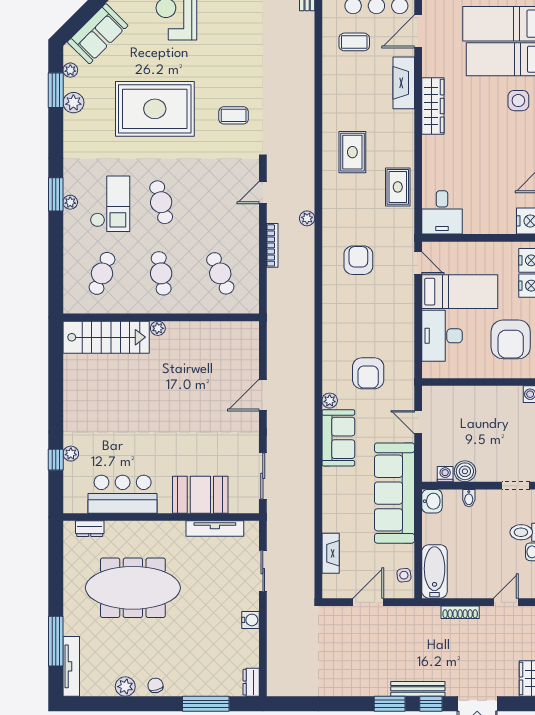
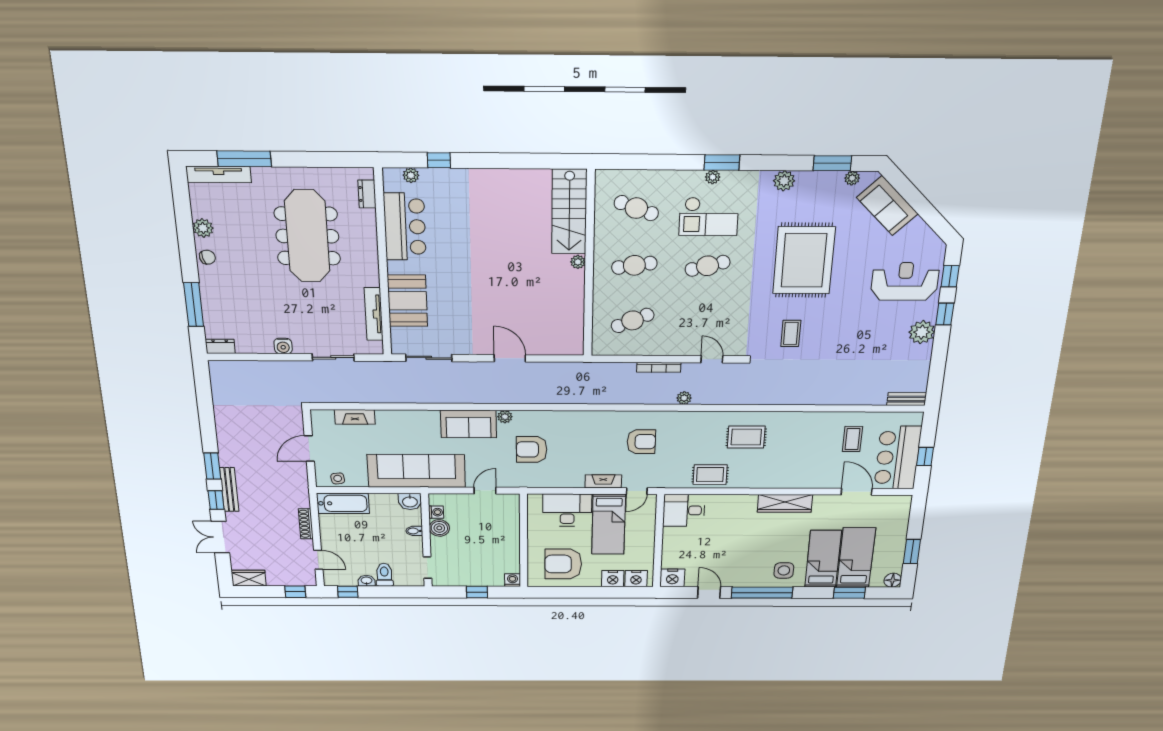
fireplace: (404, 83) -> (603, 481), moved, width x0.73, depth x0.76
plant: (73, 103) -> (784, 181), moved
plant: (71, 454) -> (411, 175), moved
door: (368, 602) -> (309, 449), swing flipped

